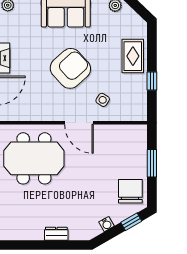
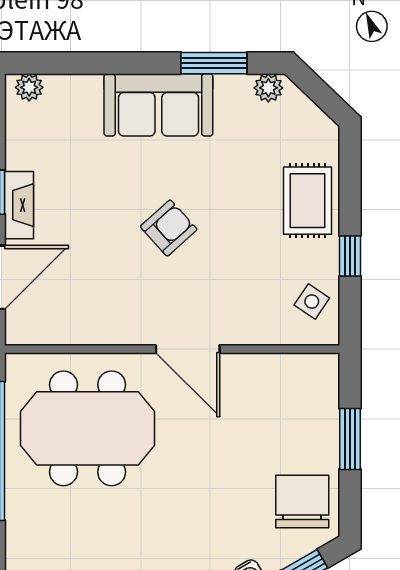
armchair: (70, 68) -> (169, 228), width x0.53, depth x0.53
side table: (103, 100) -> (312, 301), moved

